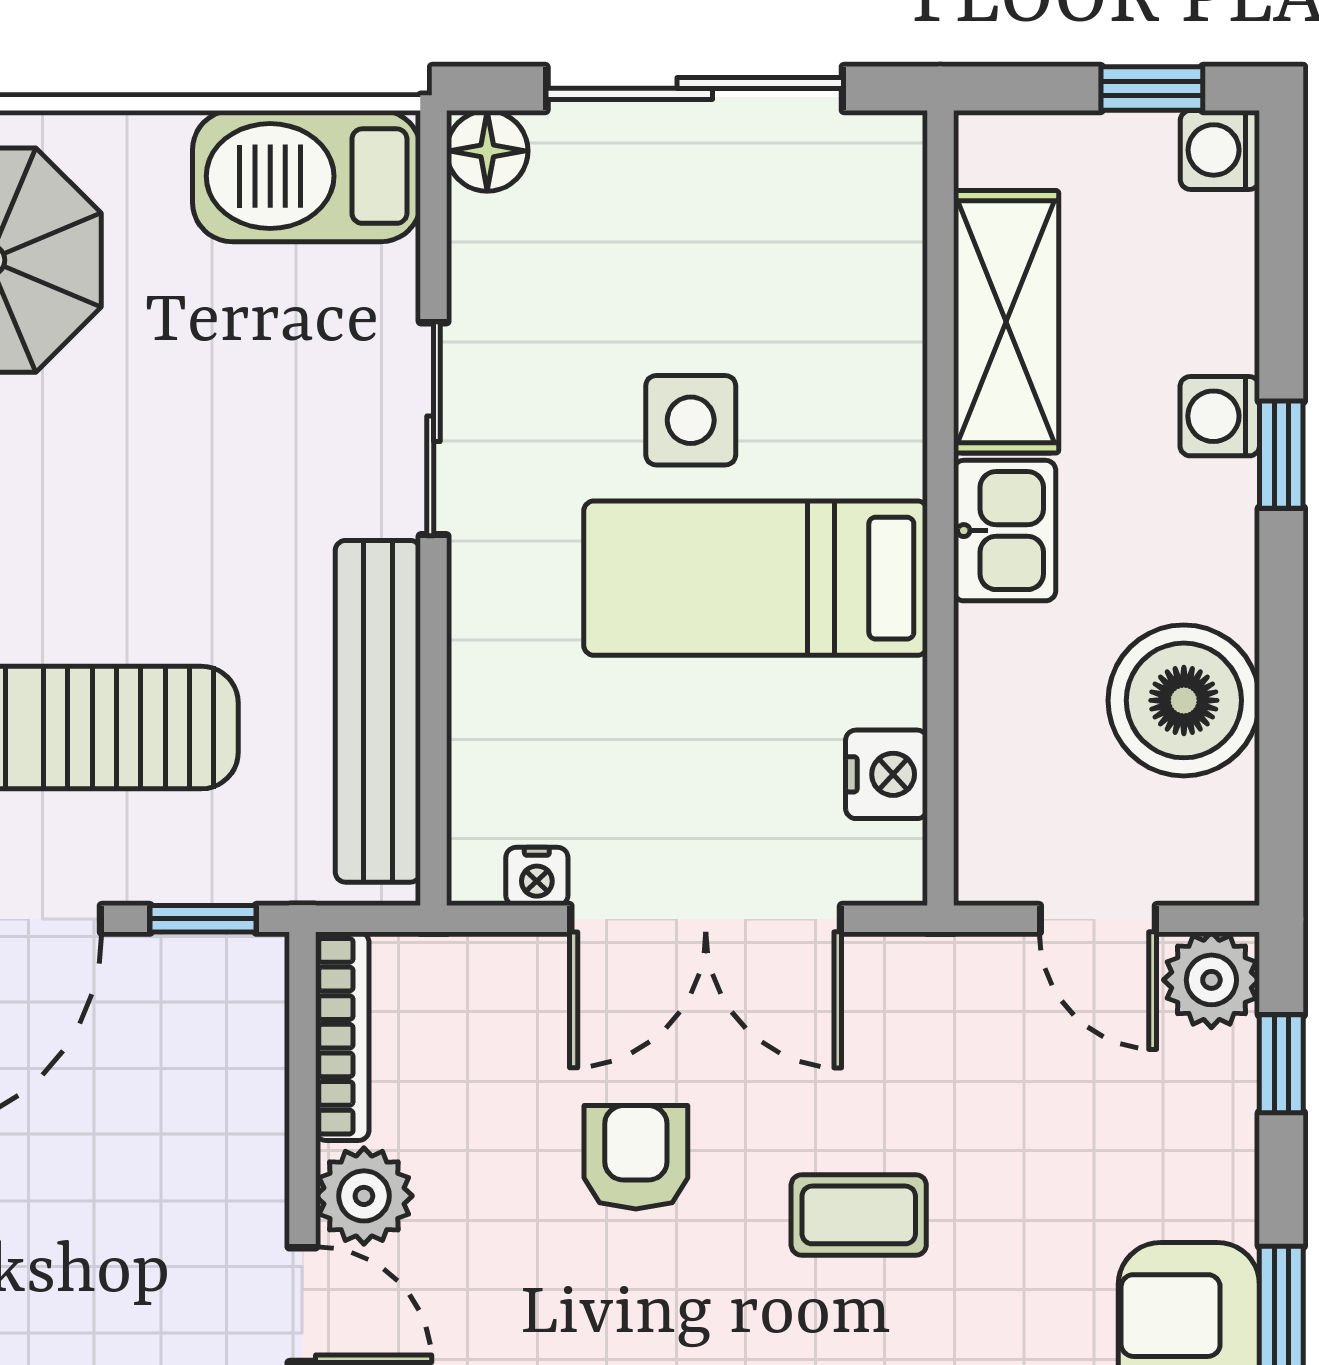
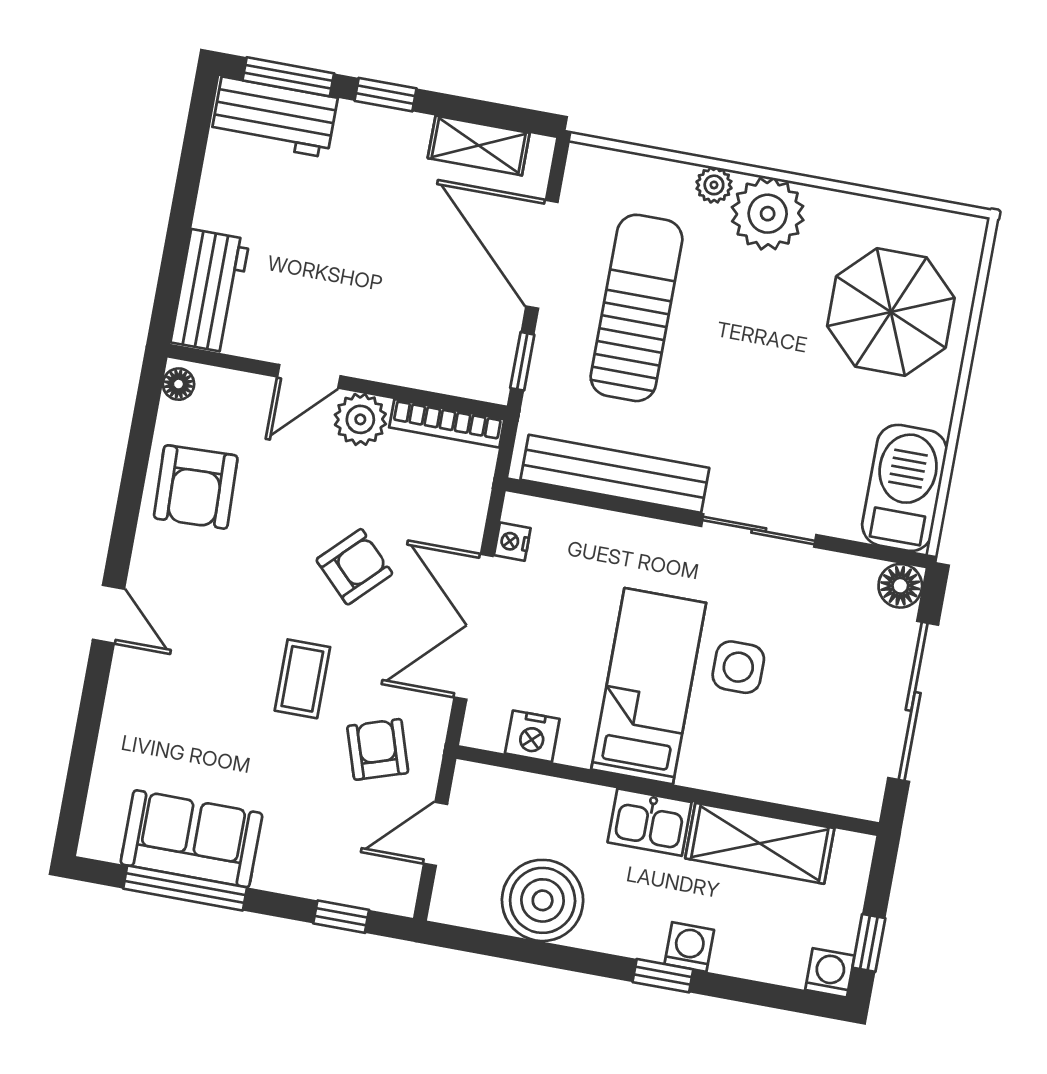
plant: (1211, 980) -> (392, 888), removed
armchair: (963, 1053) -> (378, 749), added
armchair: (636, 1157) -> (354, 567), turned -45

